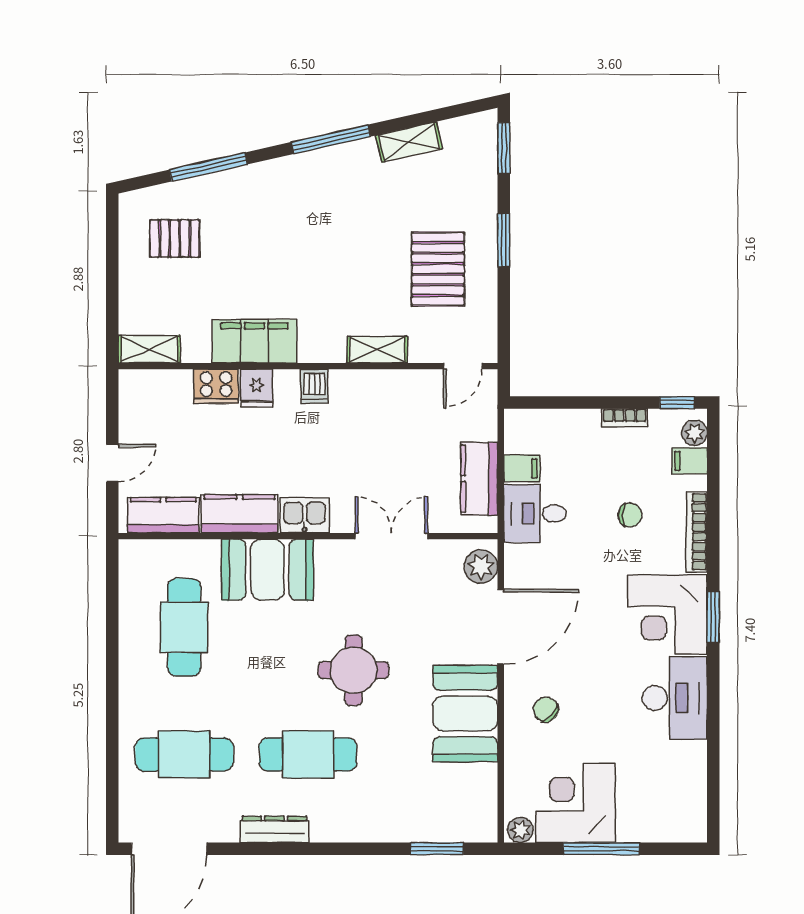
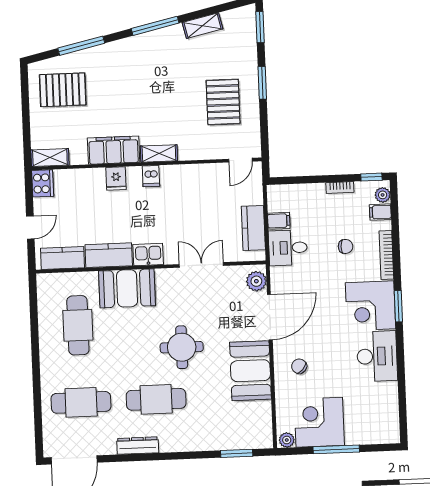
pallet: (175, 238) -> (63, 90), width x1.50, depth x1.42
shelving: (377, 350) -> (159, 153), moved
cooker: (216, 386) -> (43, 183), moved, turned -90

